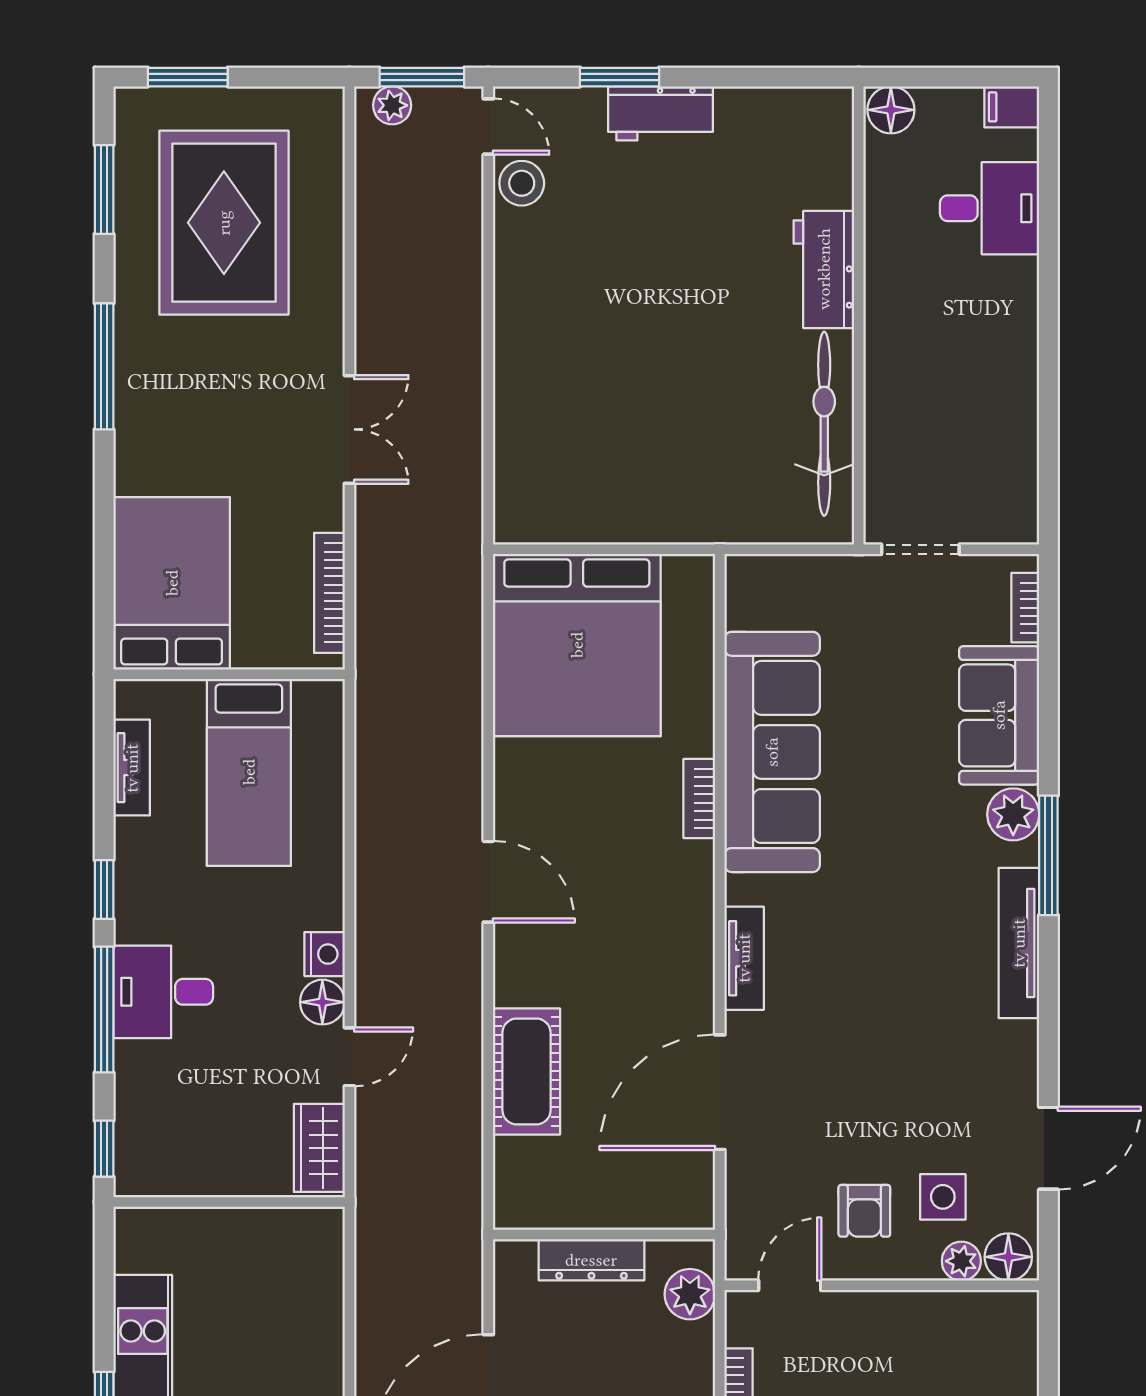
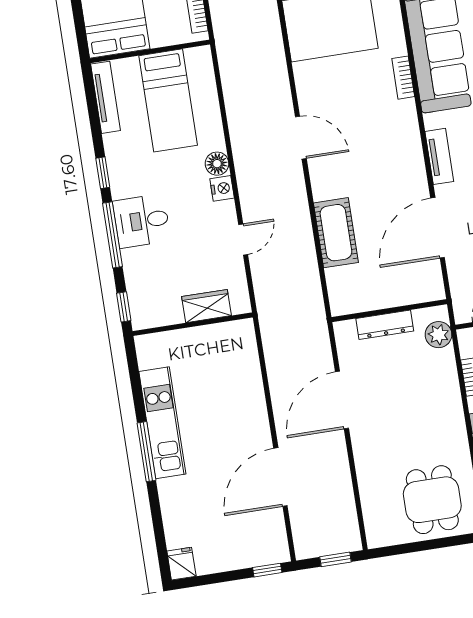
tv unit: (132, 768) -> (106, 97), width x1.41
floor lamp: (322, 1002) -> (217, 164), moved
wardrobe: (319, 1148) -> (207, 306), moved, turned 90

